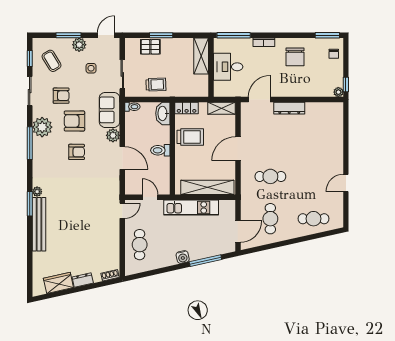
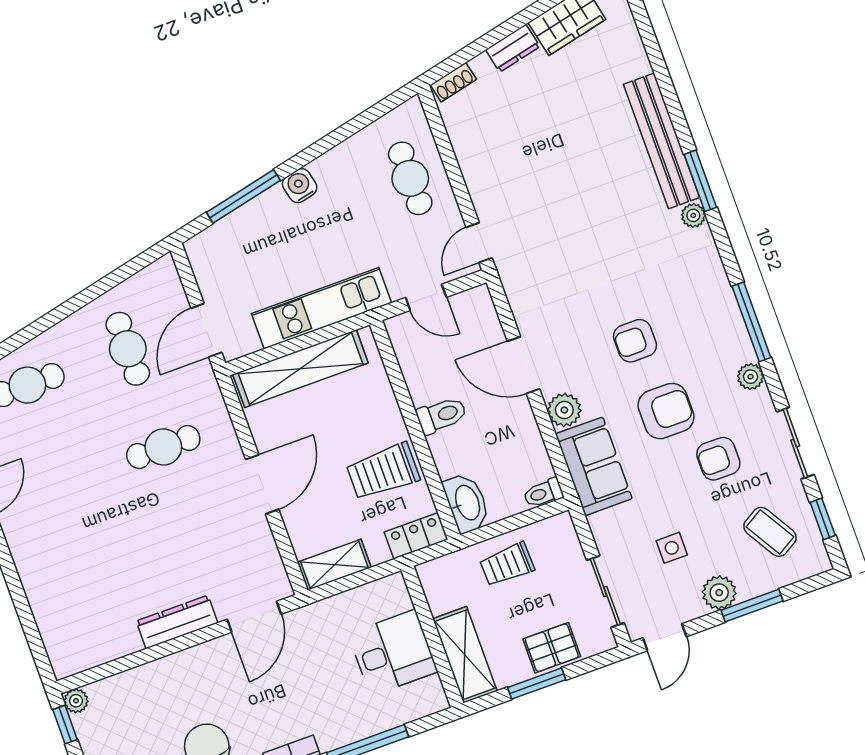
shelving: (201, 56) -> (465, 655), moved
wall: (211, 67) -> (432, 637), moved
desk: (228, 67) -> (393, 653), moved
sliding door: (122, 74) -> (605, 592), moved
plant: (42, 127) -> (750, 377), width x0.53, depth x0.53
door: (238, 232) -> (206, 330), moved

